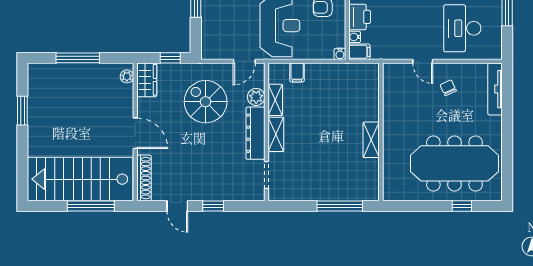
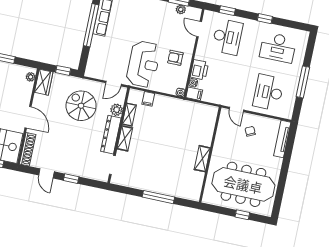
wall: (381, 132) -> (210, 155), moved
shelving: (371, 140) -> (202, 159), moved

